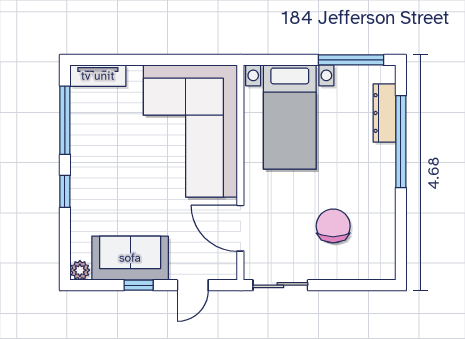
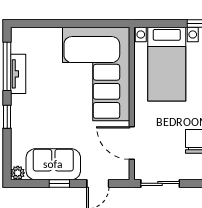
tv unit: (98, 76) -> (18, 74), moved, turned -90

